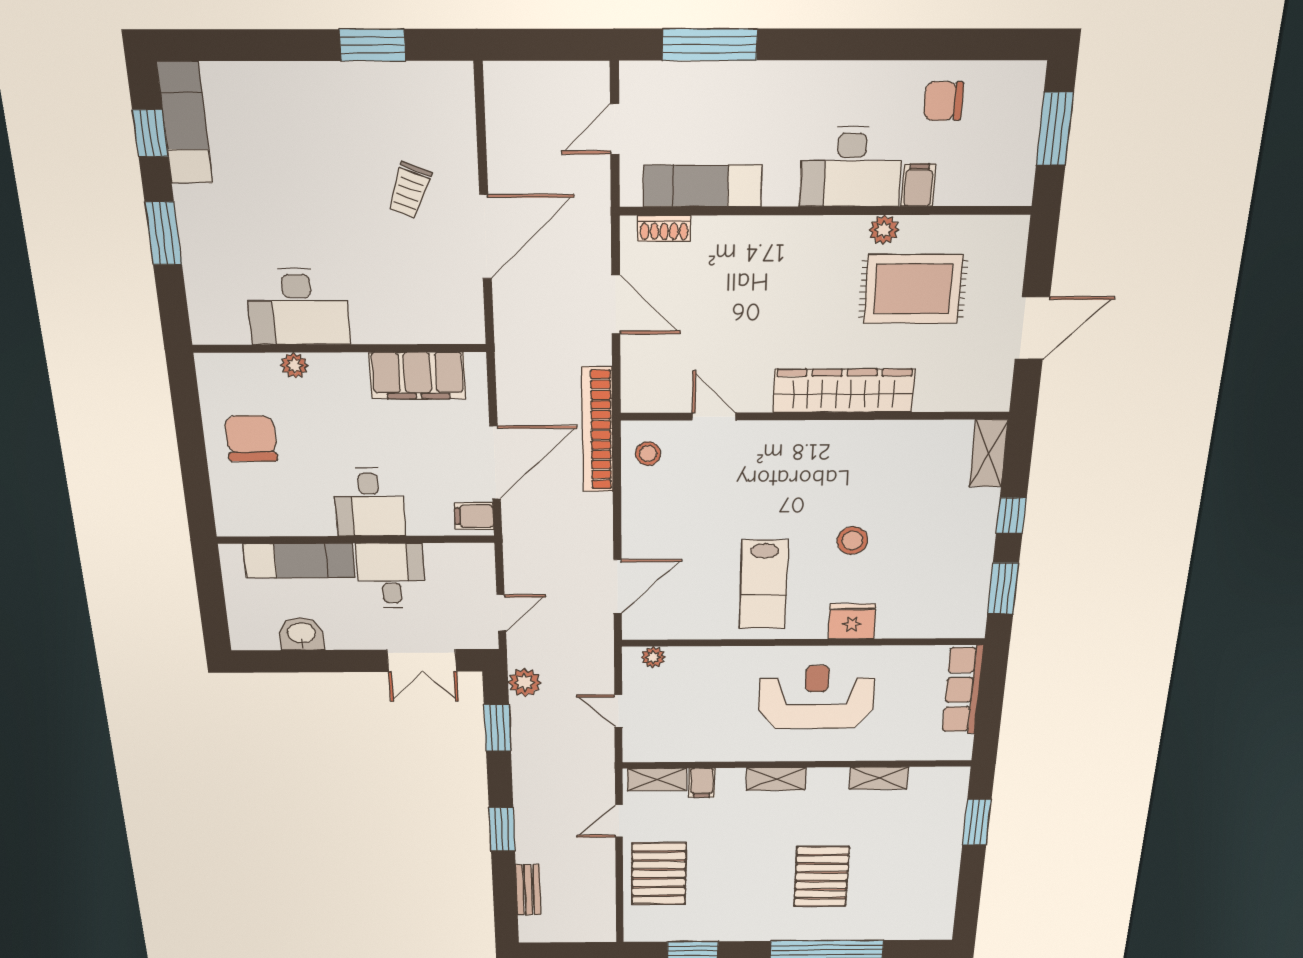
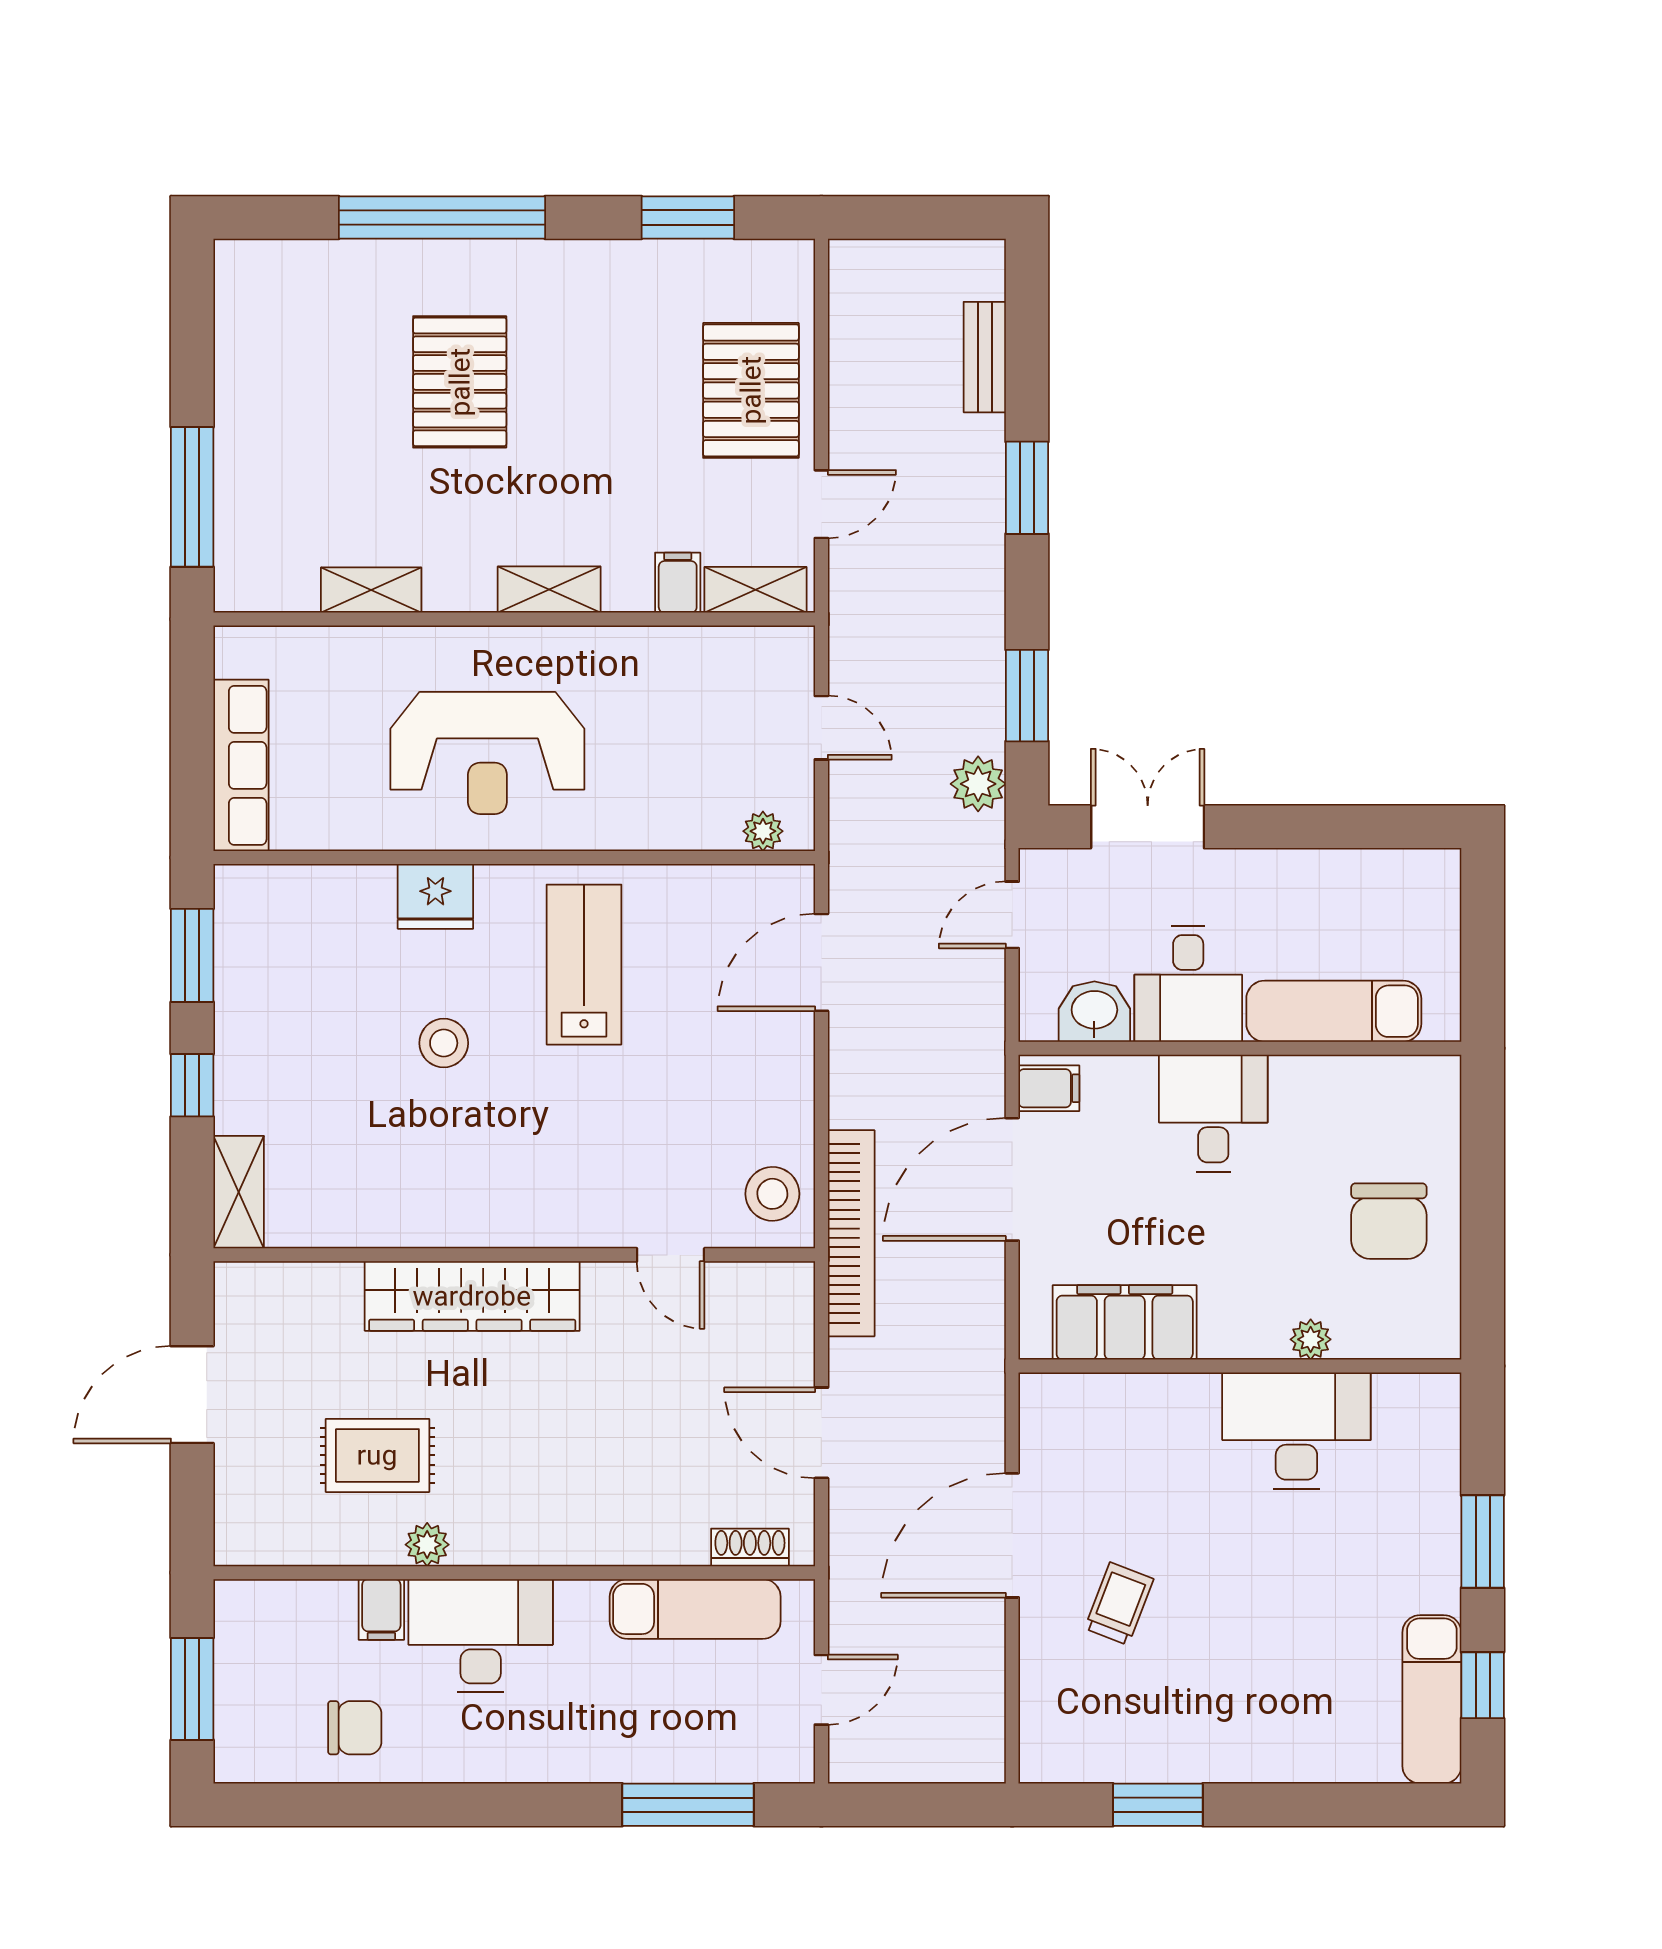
rug: (913, 289) -> (377, 1455), width x0.73, depth x0.70
stool: (648, 454) -> (772, 1194), width x1.37, depth x1.37
washbasin: (301, 634) -> (1094, 1012), moved, turned 180
window: (977, 822) -> (192, 497), width x1.44

